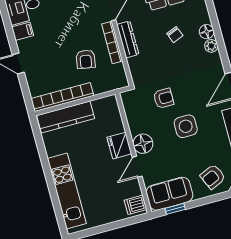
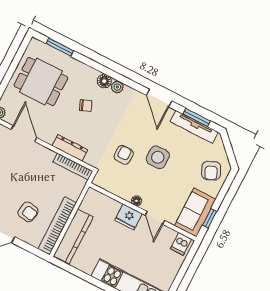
dresser: (128, 39) -> (70, 148), moved
bookcase: (112, 43) -> (73, 166), moved
armchair: (86, 59) -> (28, 212), moved
floor lamp: (143, 144) -> (137, 201), width x0.53, depth x0.53

